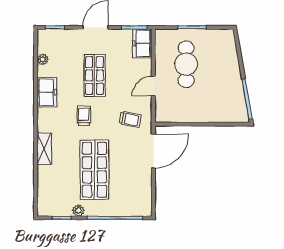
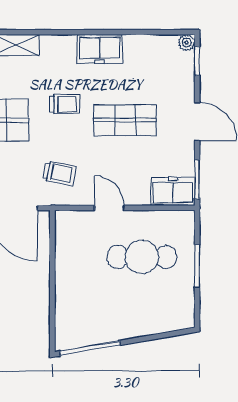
plant: (43, 59) -> (186, 43), moved
trolley: (130, 119) -> (60, 173), turned -90

